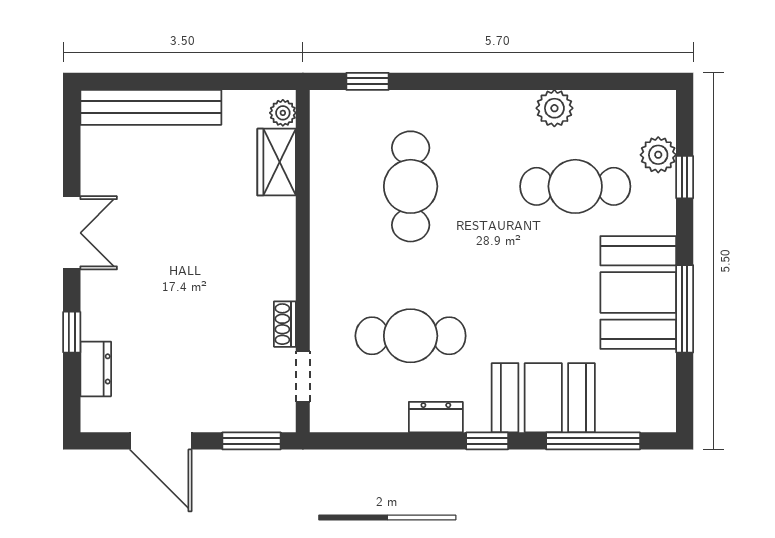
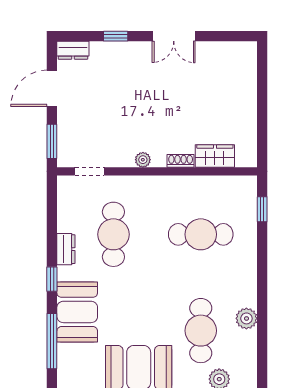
bench: (151, 107) -> (247, 82), removed
plant: (283, 113) -> (143, 160), moved
shoe rack: (285, 324) -> (181, 161), moved
dresser: (96, 369) -> (73, 50), moved

